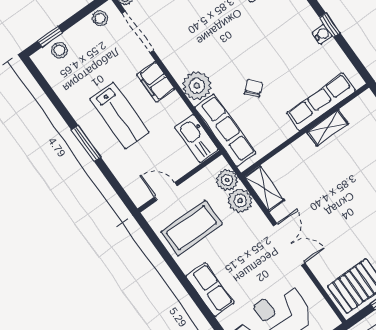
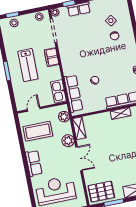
plant: (197, 86) -> (69, 67), removed
door: (166, 191) -> (34, 109), hinge flipped
plant: (240, 201) -> (68, 141), moved

